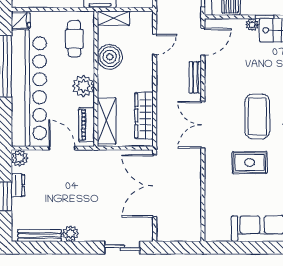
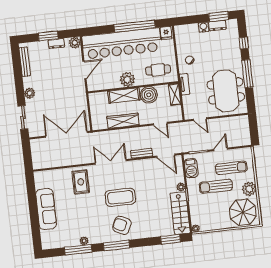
wardrobe: (144, 116) -> (123, 121), moved
shelving: (107, 121) -> (124, 96), moved
piano: (87, 125) -> (102, 85), removed
rug: (250, 163) -> (81, 182), moved
plant: (70, 234) -> (30, 93), moved

